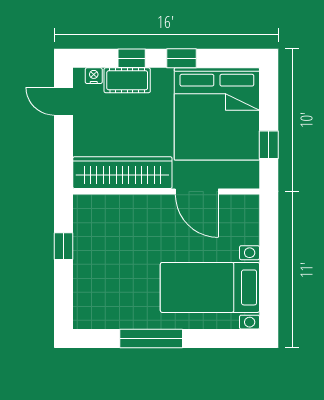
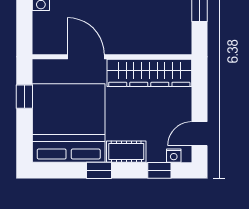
window: (132, 58) -> (159, 170), moved
cot: (127, 80) -> (126, 152), moved
door: (64, 101) -> (199, 134), swing flipped

